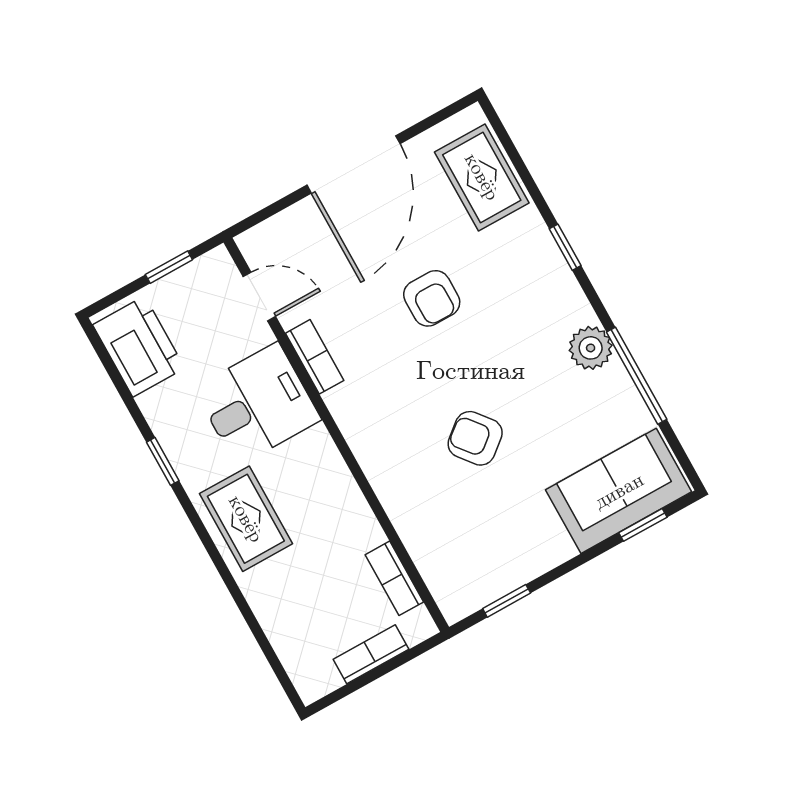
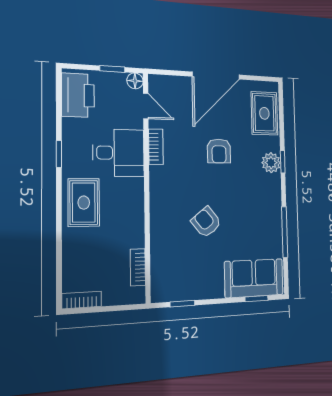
floor lamp: (217, 264) -> (135, 81), added
plant: (591, 348) -> (271, 163), moved
bookcase: (371, 654) -> (82, 300), moved

